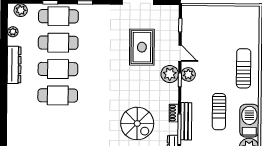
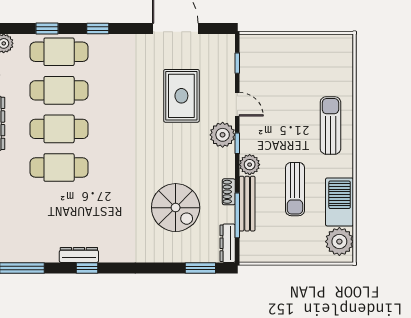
plant: (188, 74) -> (250, 165), moved

